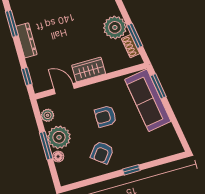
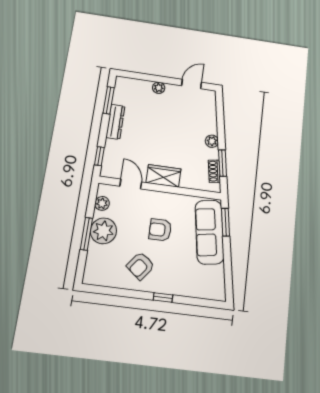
plant: (115, 27) -> (212, 141), width x0.53, depth x0.53
floor lamp: (58, 157) -> (93, 251), removed

